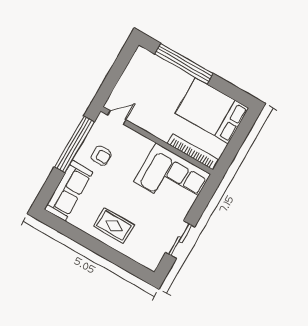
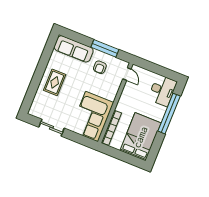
desk: (148, 69) -> (162, 90), added
window: (74, 144) -> (105, 48), width x0.68

